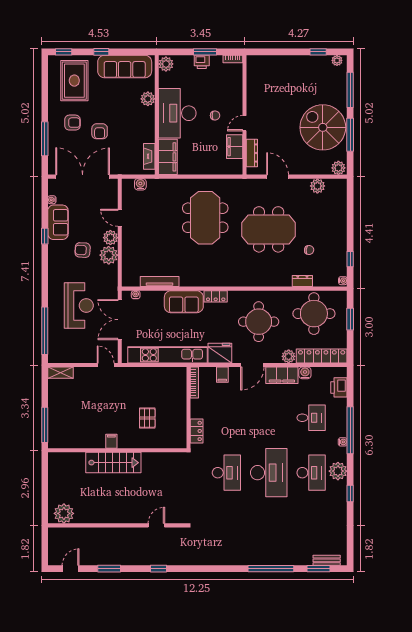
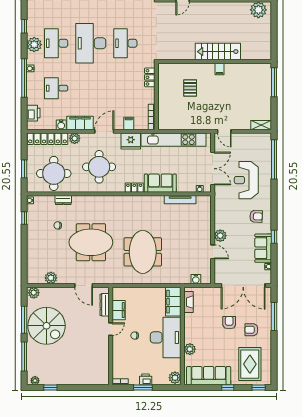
armchair: (83, 250) -> (256, 216), moved
plant: (109, 255) -> (222, 221), removed

